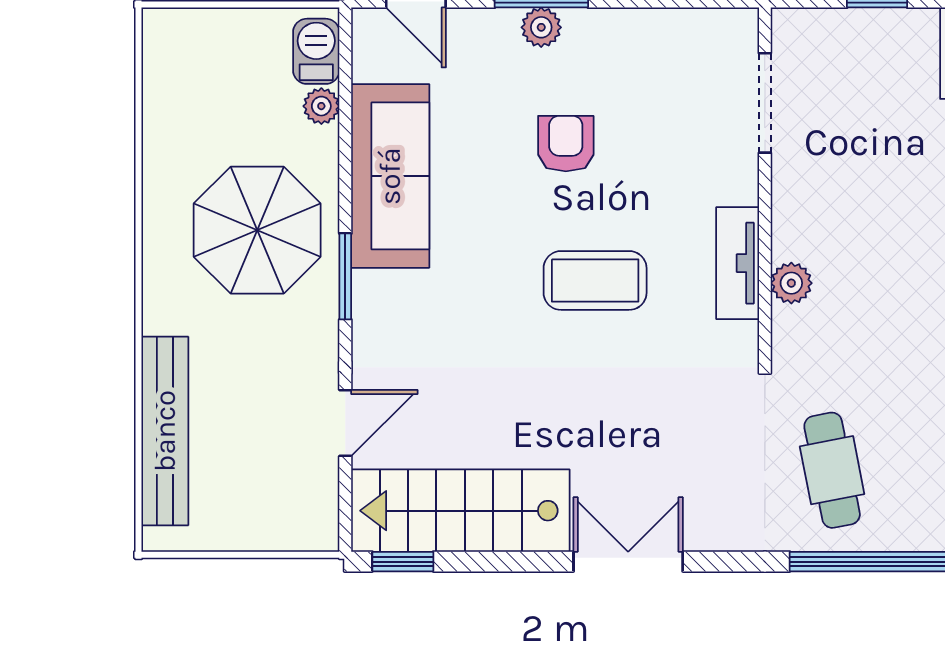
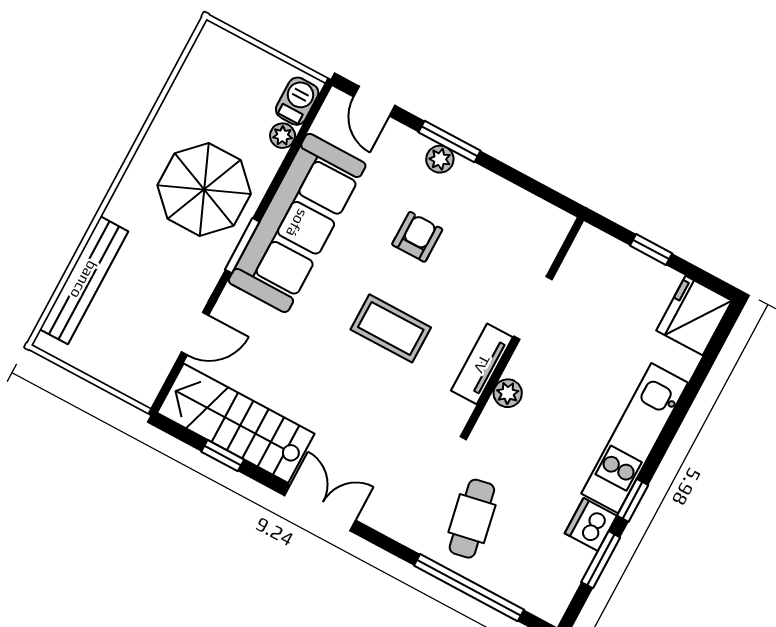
doorway: (765, 103) -> (533, 308), moved
sofa: (390, 176) -> (297, 223), width x1.36, depth x1.27
window: (403, 562) -> (223, 456), moved

